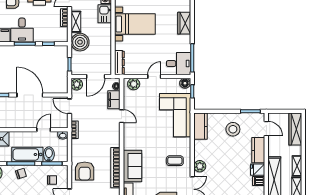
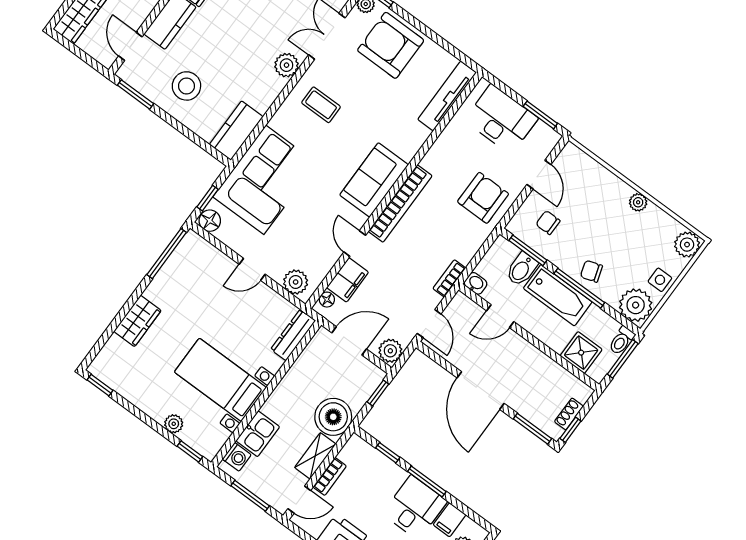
desk: (179, 64) -> (196, 261), removed
sofa: (132, 166) -> (374, 180), moved
bookcase: (115, 168) -> (400, 204), moved

